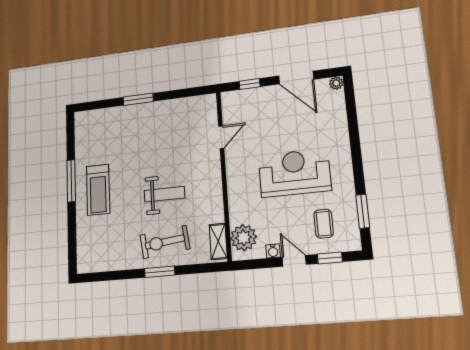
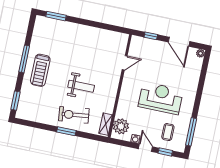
window: (138, 99) -> (56, 16), moved
window: (363, 211) -> (191, 132), width x1.44
window: (72, 247) -> (15, 101), added

